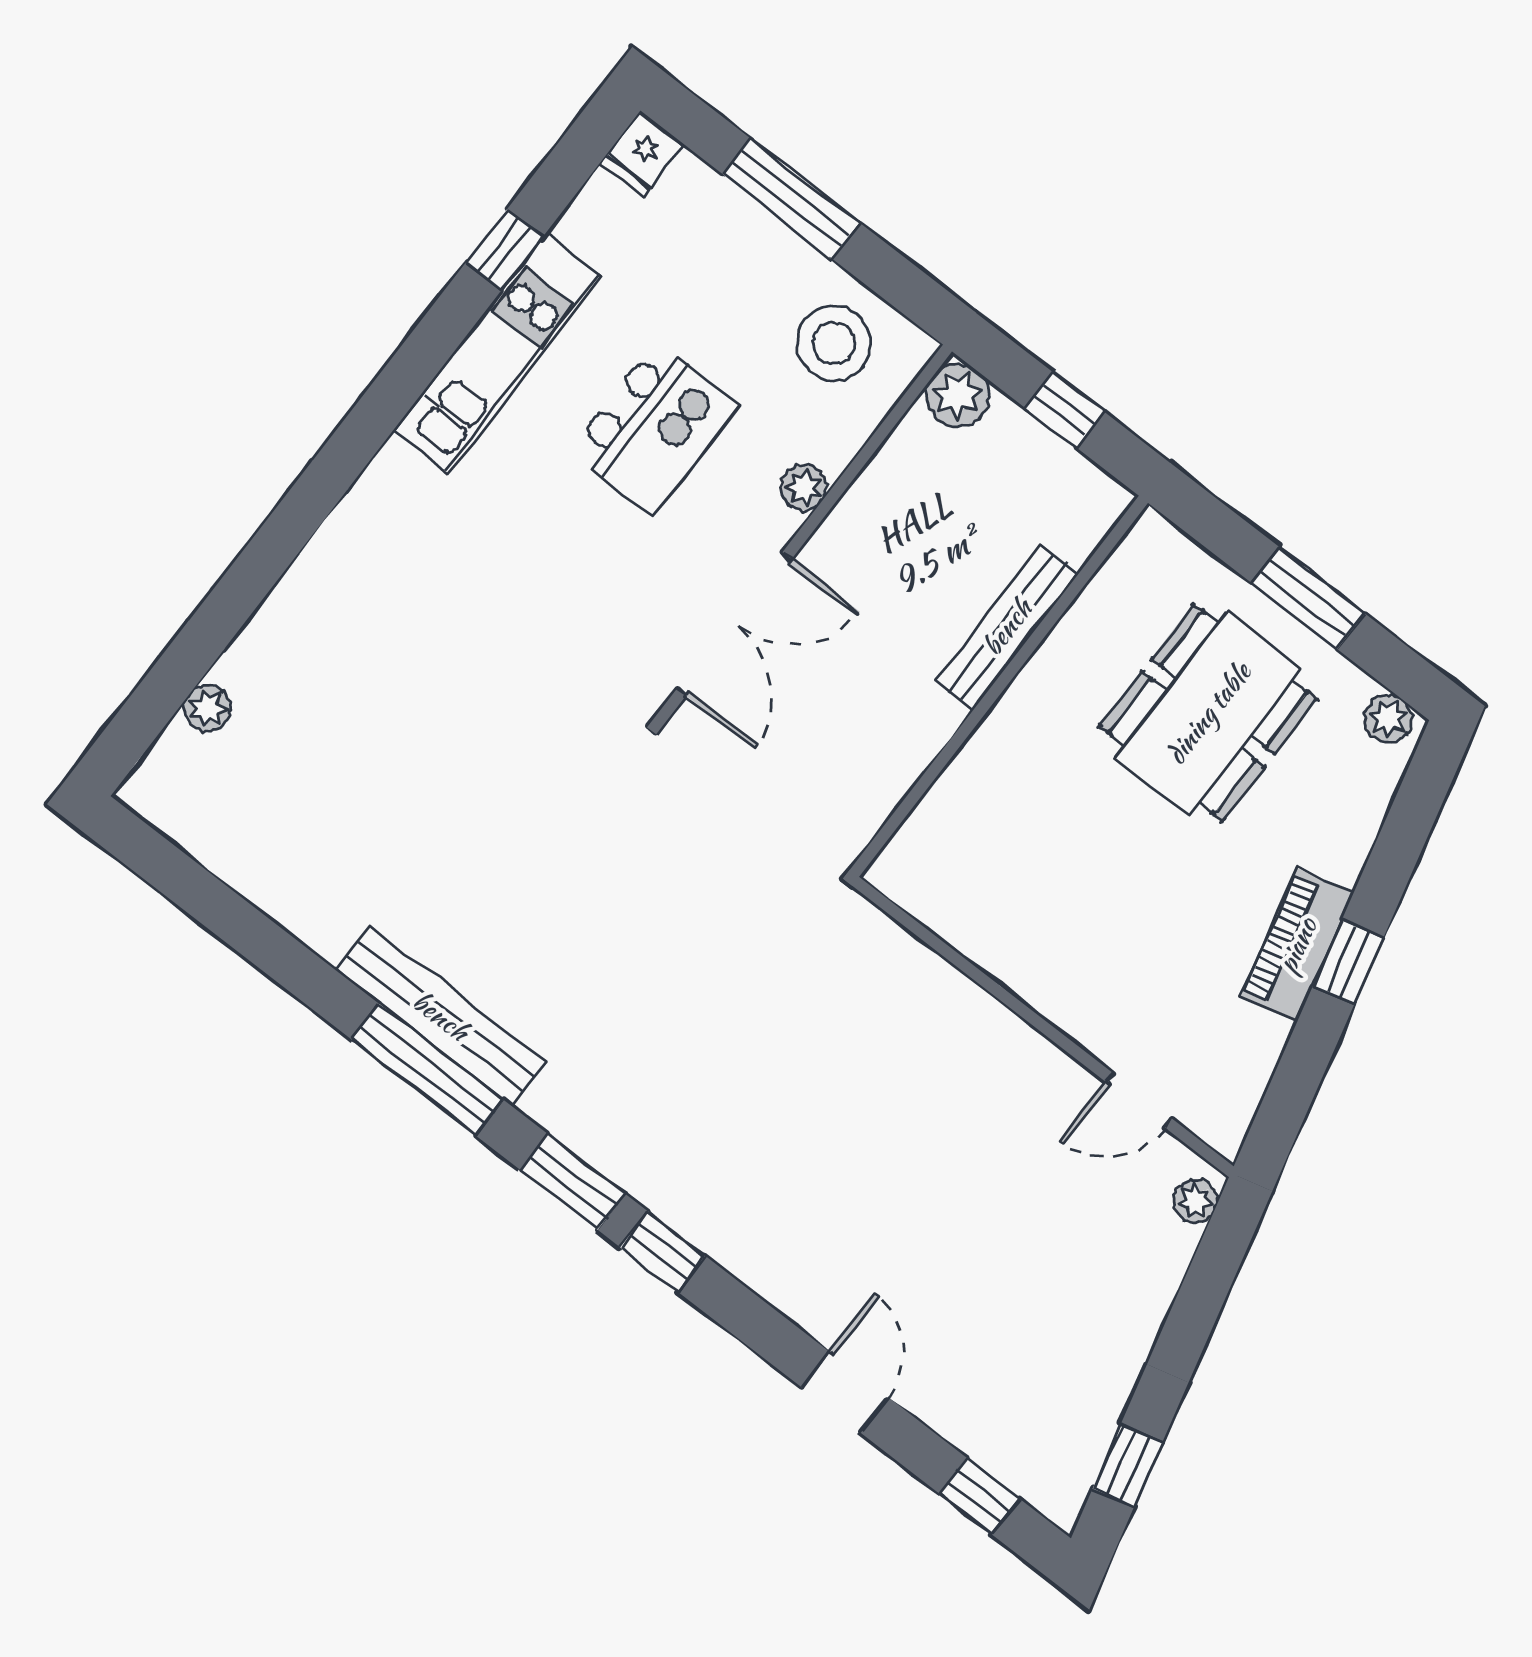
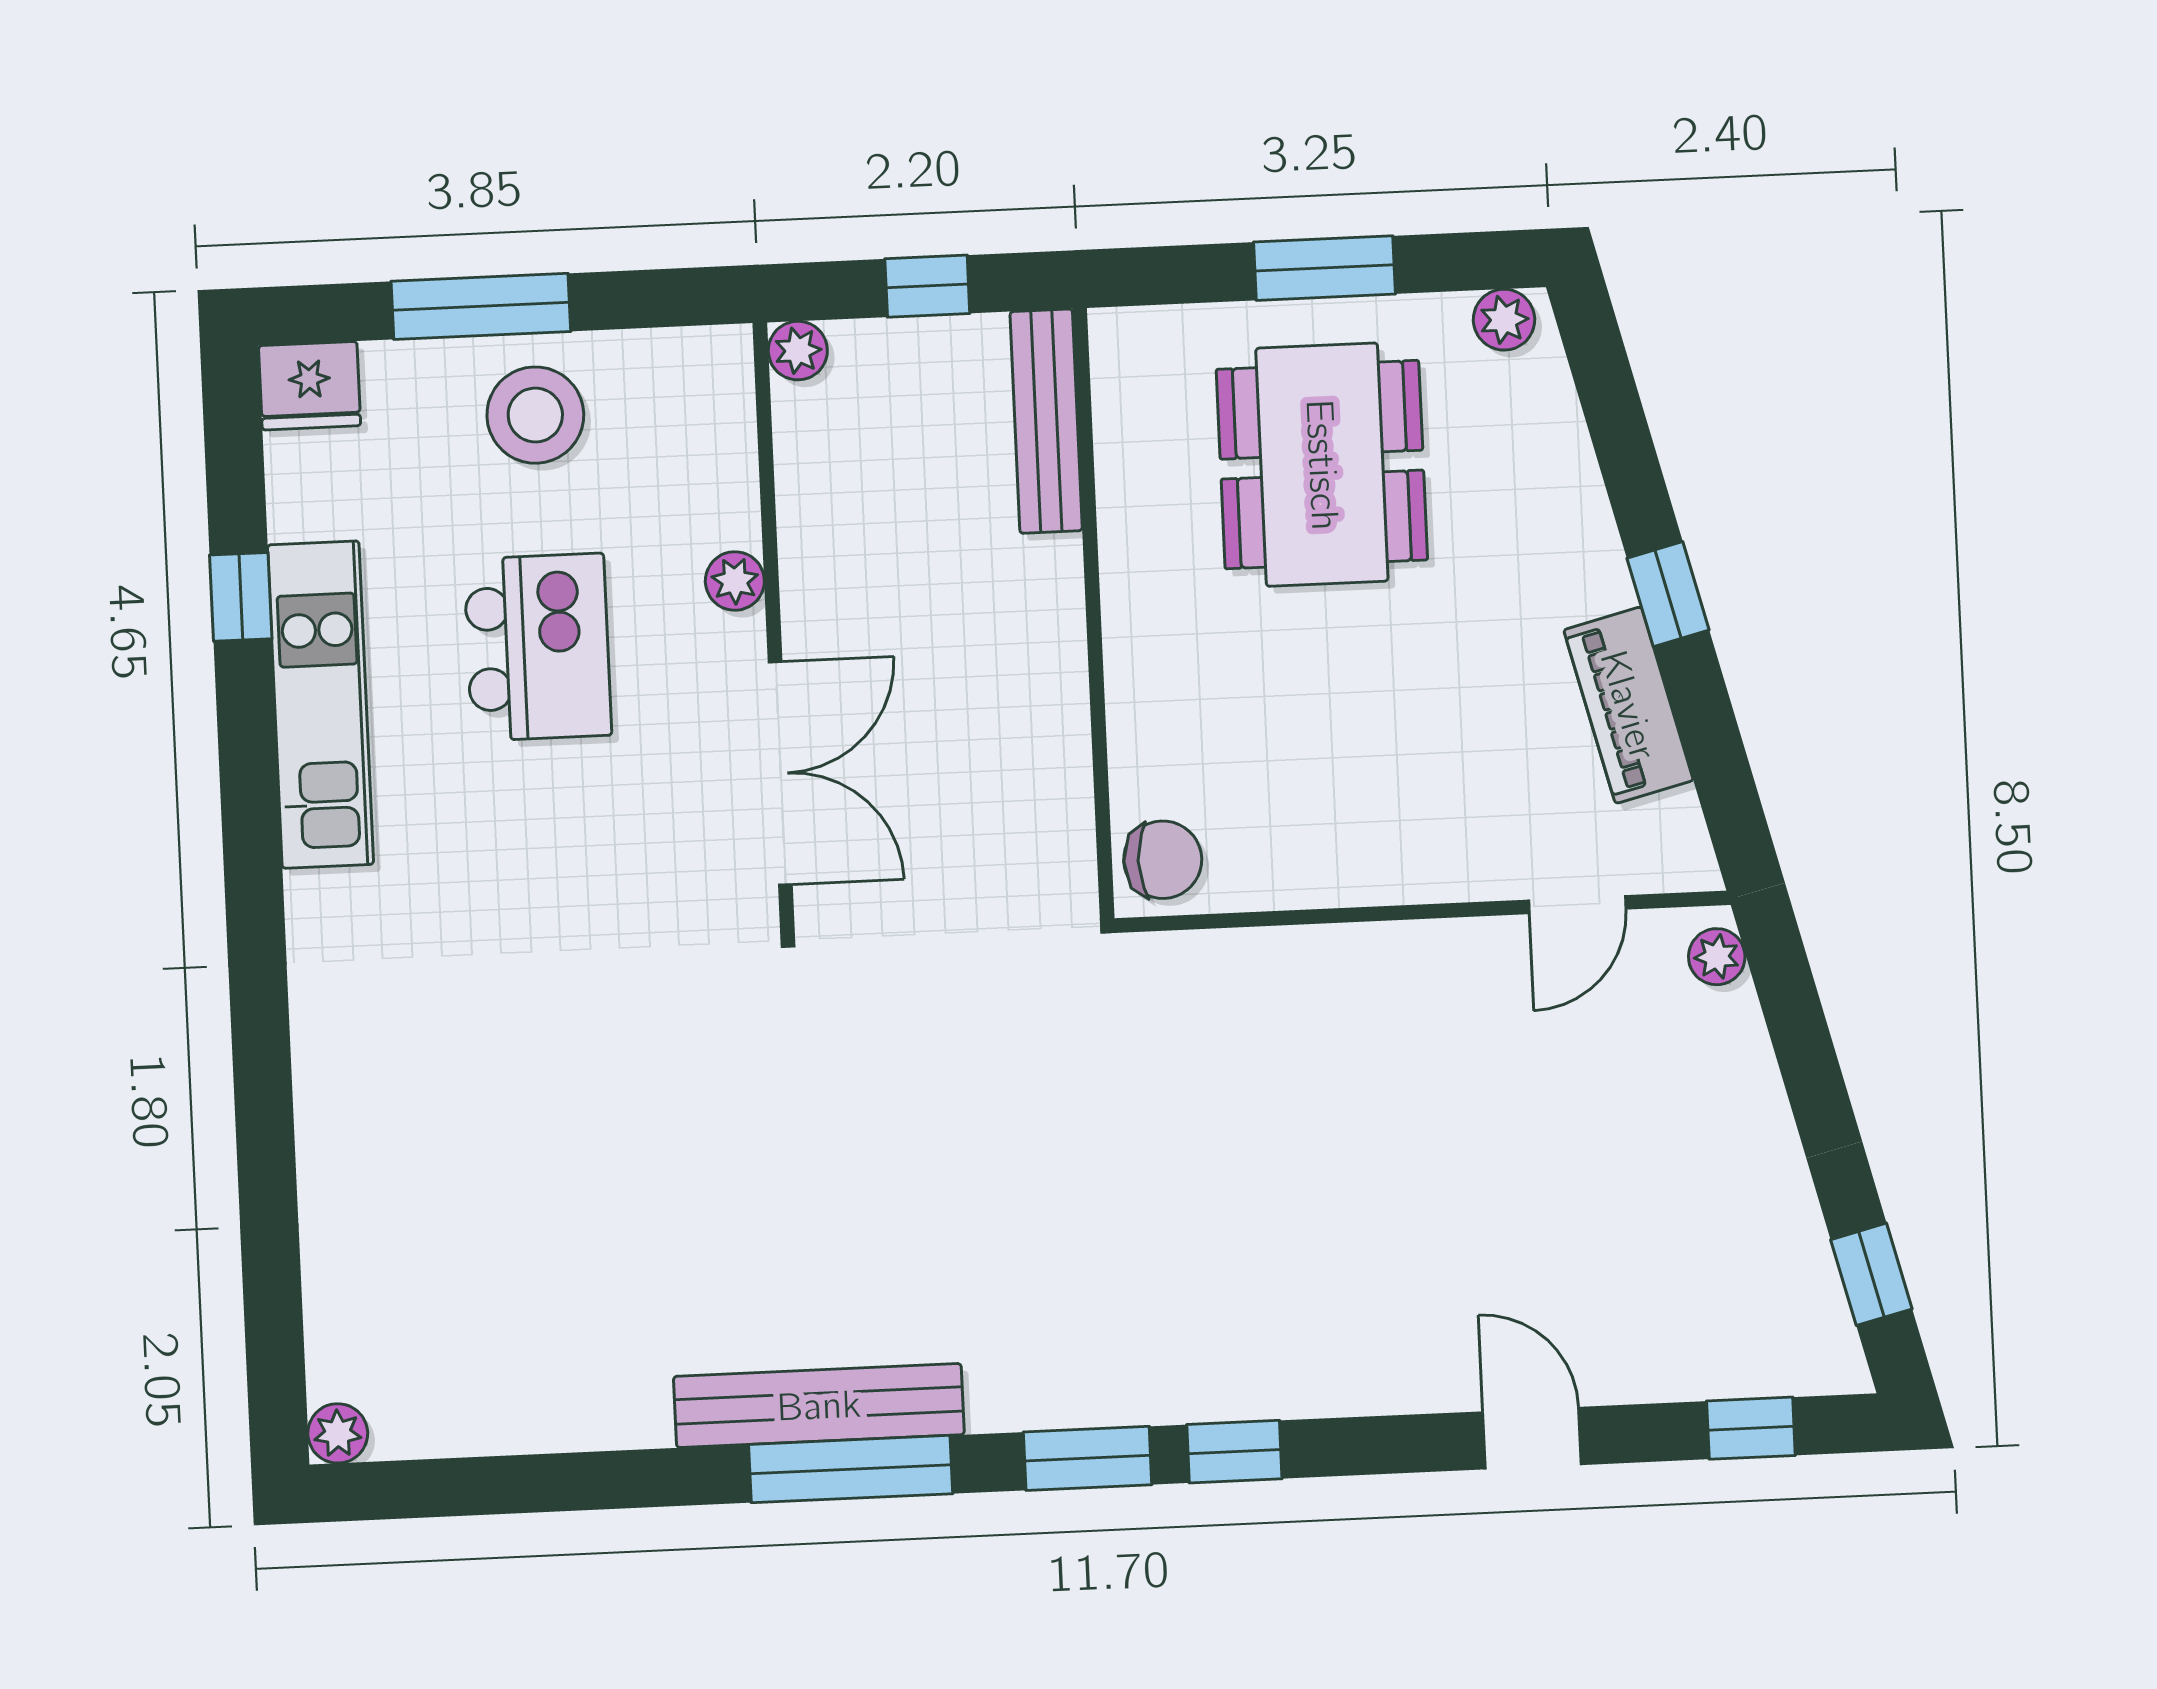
fridge: (642, 153) -> (310, 386), width x1.38
stool: (833, 343) -> (535, 415), moved
plant: (958, 395) -> (798, 351), width x0.73, depth x0.73
bench: (1007, 627) -> (1046, 421), moved
plant: (207, 708) -> (338, 1433), moved
chair: (917, 866) -> (1163, 860), added
piano: (1297, 945) -> (1628, 705), moved

